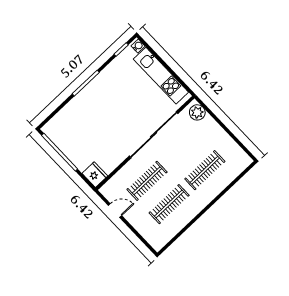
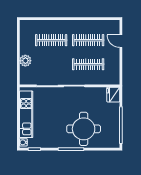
plant: (197, 112) -> (25, 61), moved
round table: (92, 114) -> (84, 129), added
door: (115, 211) -> (121, 41), moved

